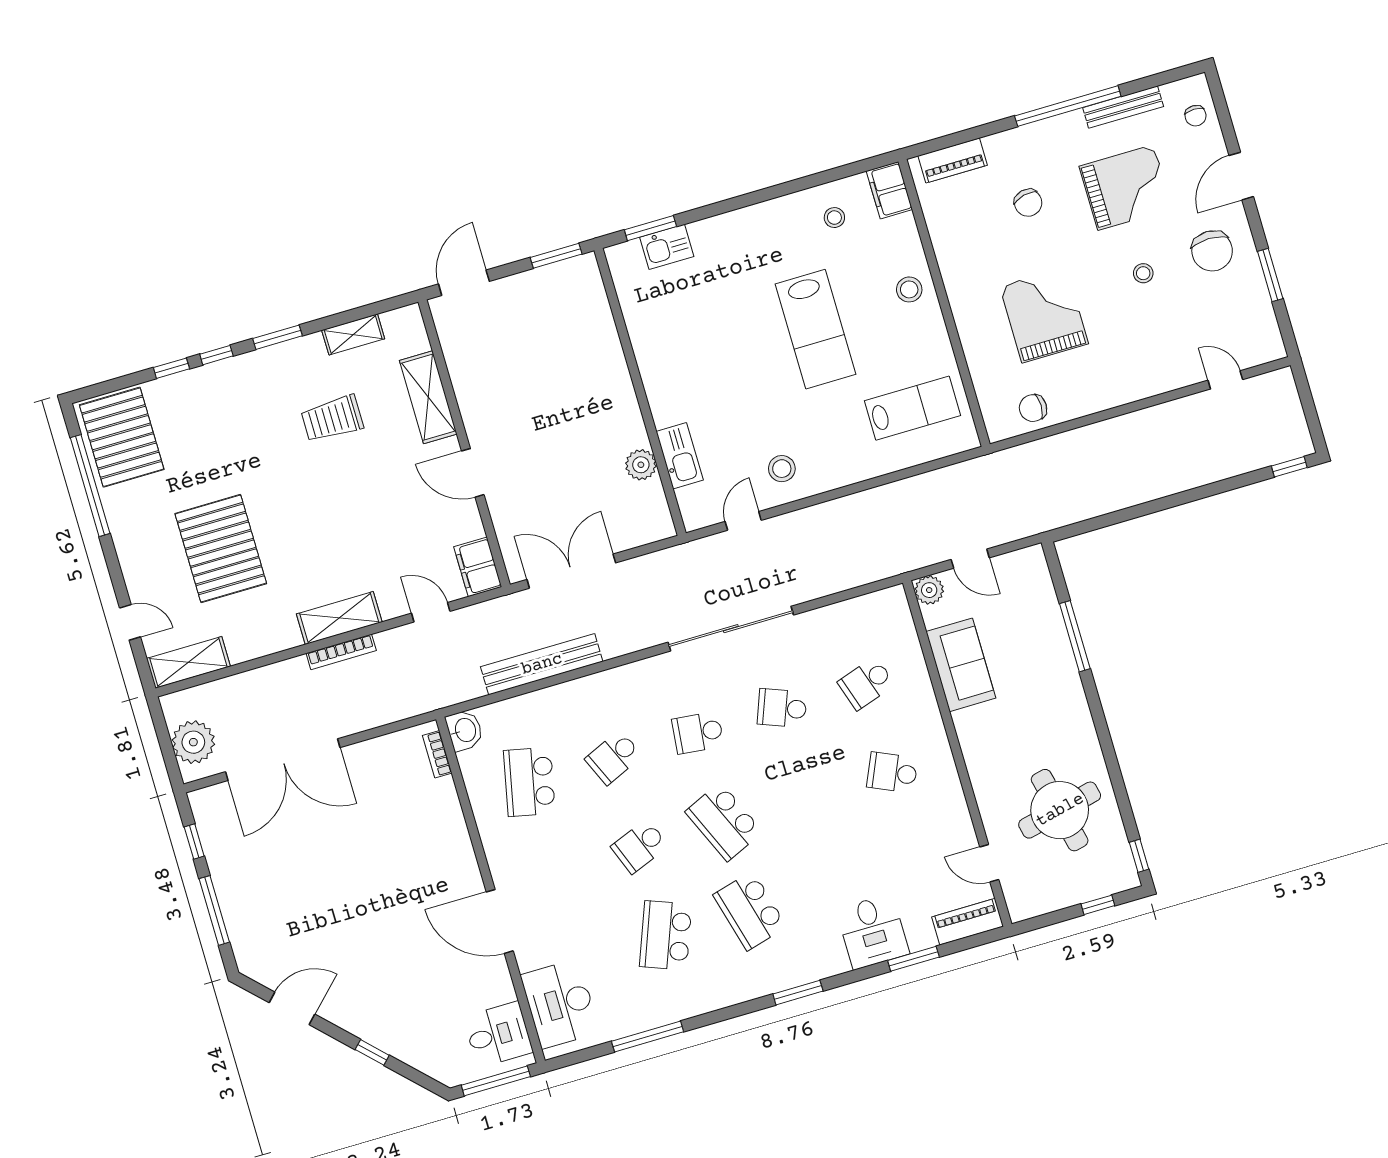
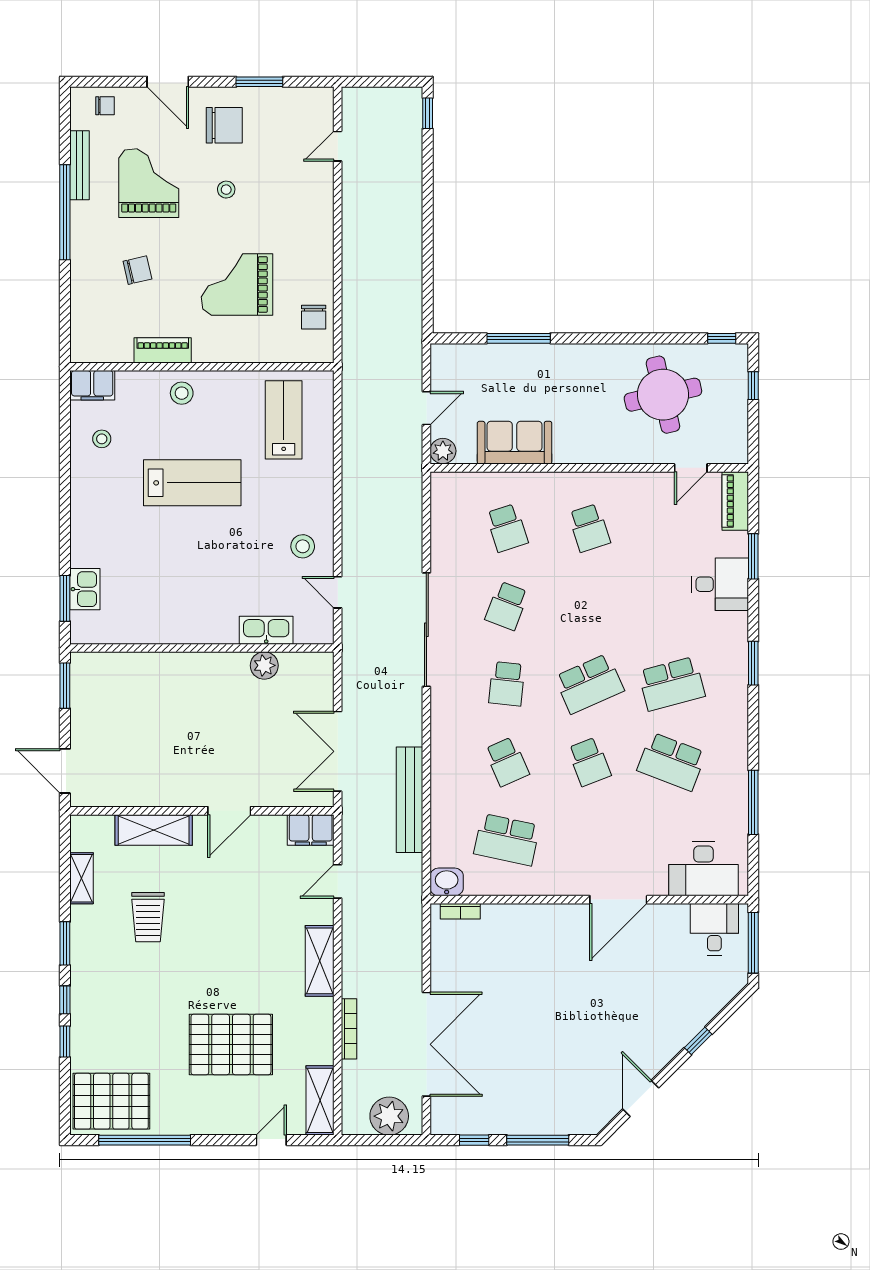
piano: (953, 160) -> (163, 350), moved, turned -90
bookcase: (341, 652) -> (349, 1029), moved
school desk: (892, 772) -> (589, 528), turned -42

